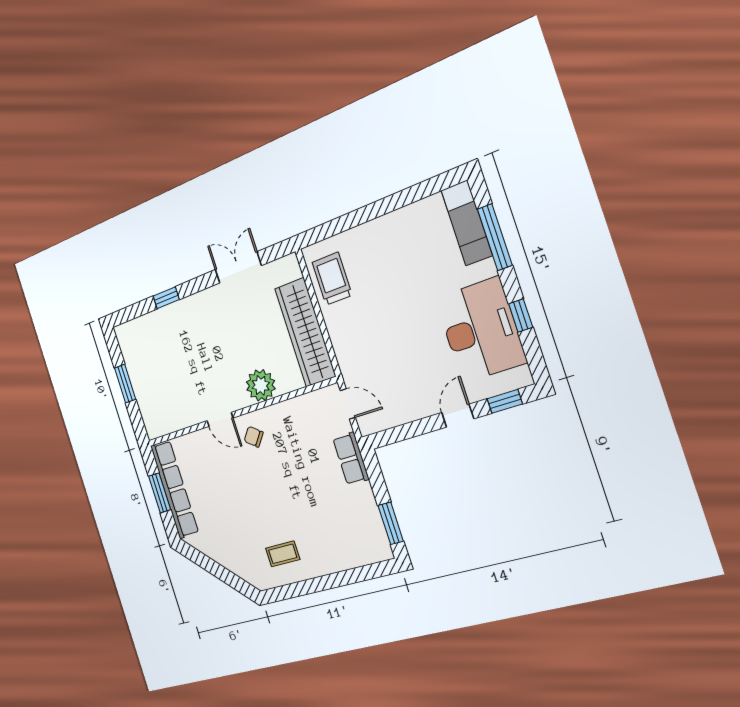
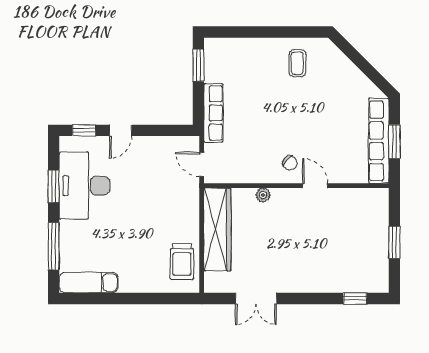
exam couch: (467, 223) -> (89, 283), moved, turned -90
window: (166, 298) -> (355, 298), moved
window: (521, 316) -> (54, 186), width x1.50
plant: (261, 385) -> (263, 195), width x0.53, depth x0.53
row of seats: (351, 459) -> (213, 113), width x1.48
coffee table: (283, 554) -> (297, 63), turned 90

